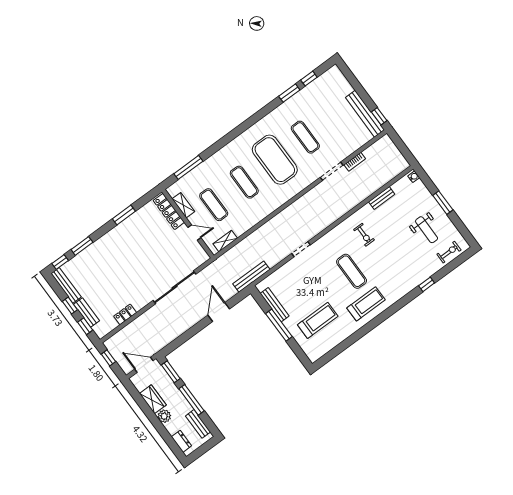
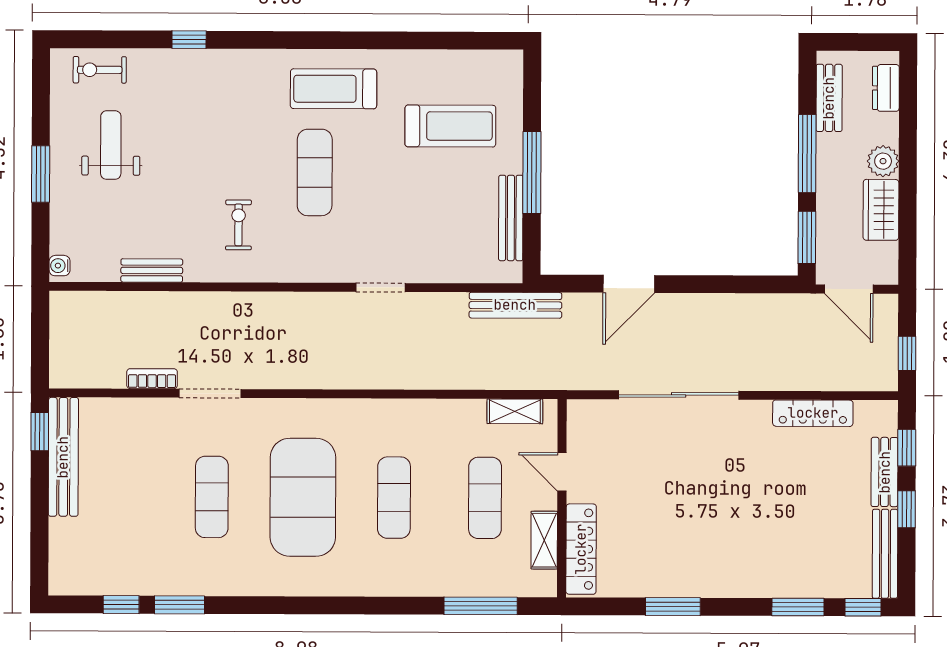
locker: (125, 314) -> (813, 413), width x1.53
treadmill: (318, 320) -> (450, 126), turned 180

